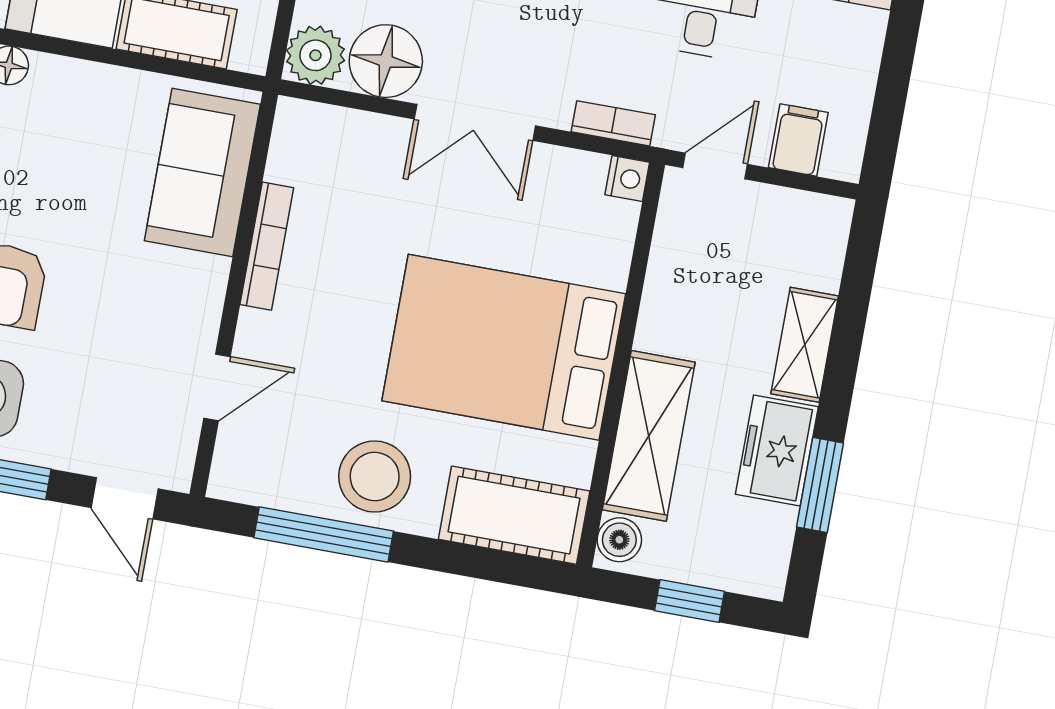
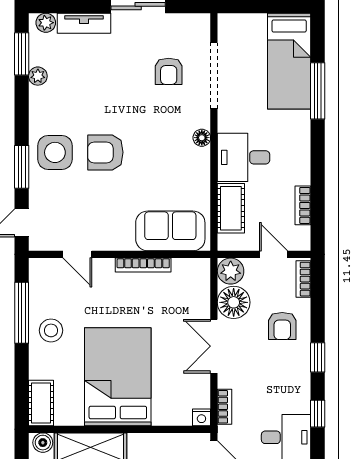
stool: (375, 476) -> (51, 330), width x0.73, depth x0.73
cot: (514, 515) -> (41, 403), width x0.73, depth x0.75

